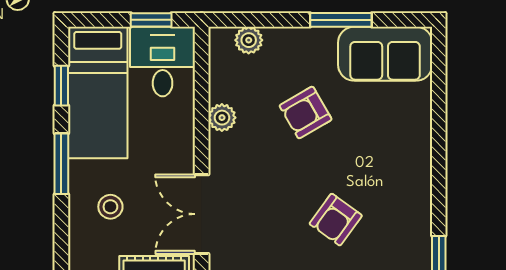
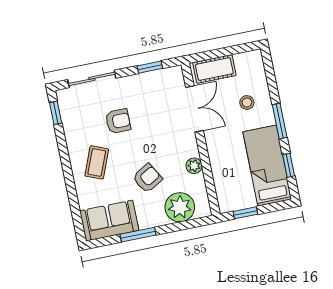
plant: (249, 40) -> (180, 207), width x1.87, depth x1.87
desk: (163, 61) -> (234, 191), removed
coffee table: (386, 157) -> (97, 162), added
armchair: (336, 220) -> (118, 121), turned 54

